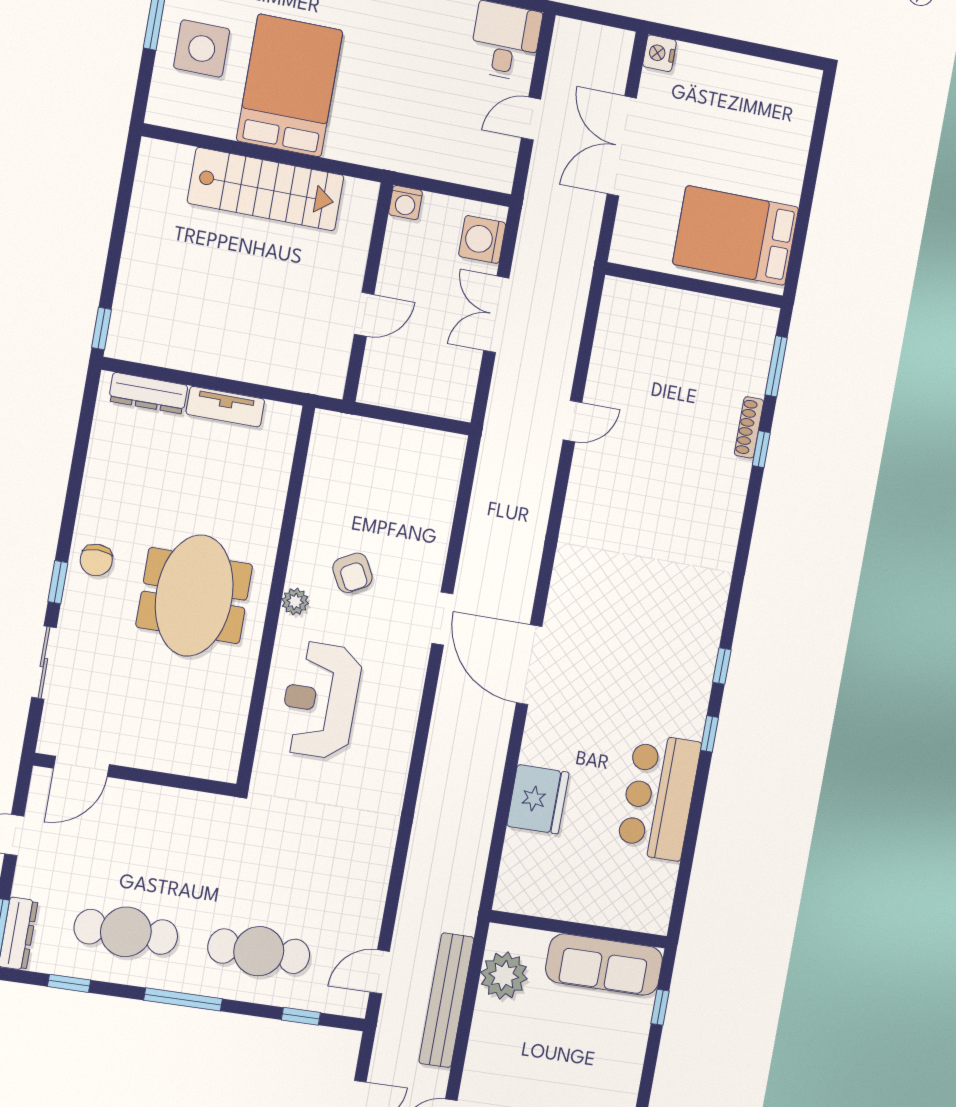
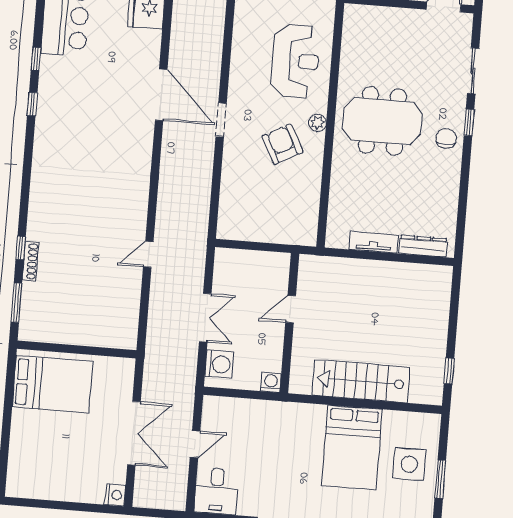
window: (102, 328) -> (449, 371), moved
armchair: (352, 573) -> (282, 144), width x1.38, depth x1.38
meeting table: (194, 596) -> (382, 121), turned 90

